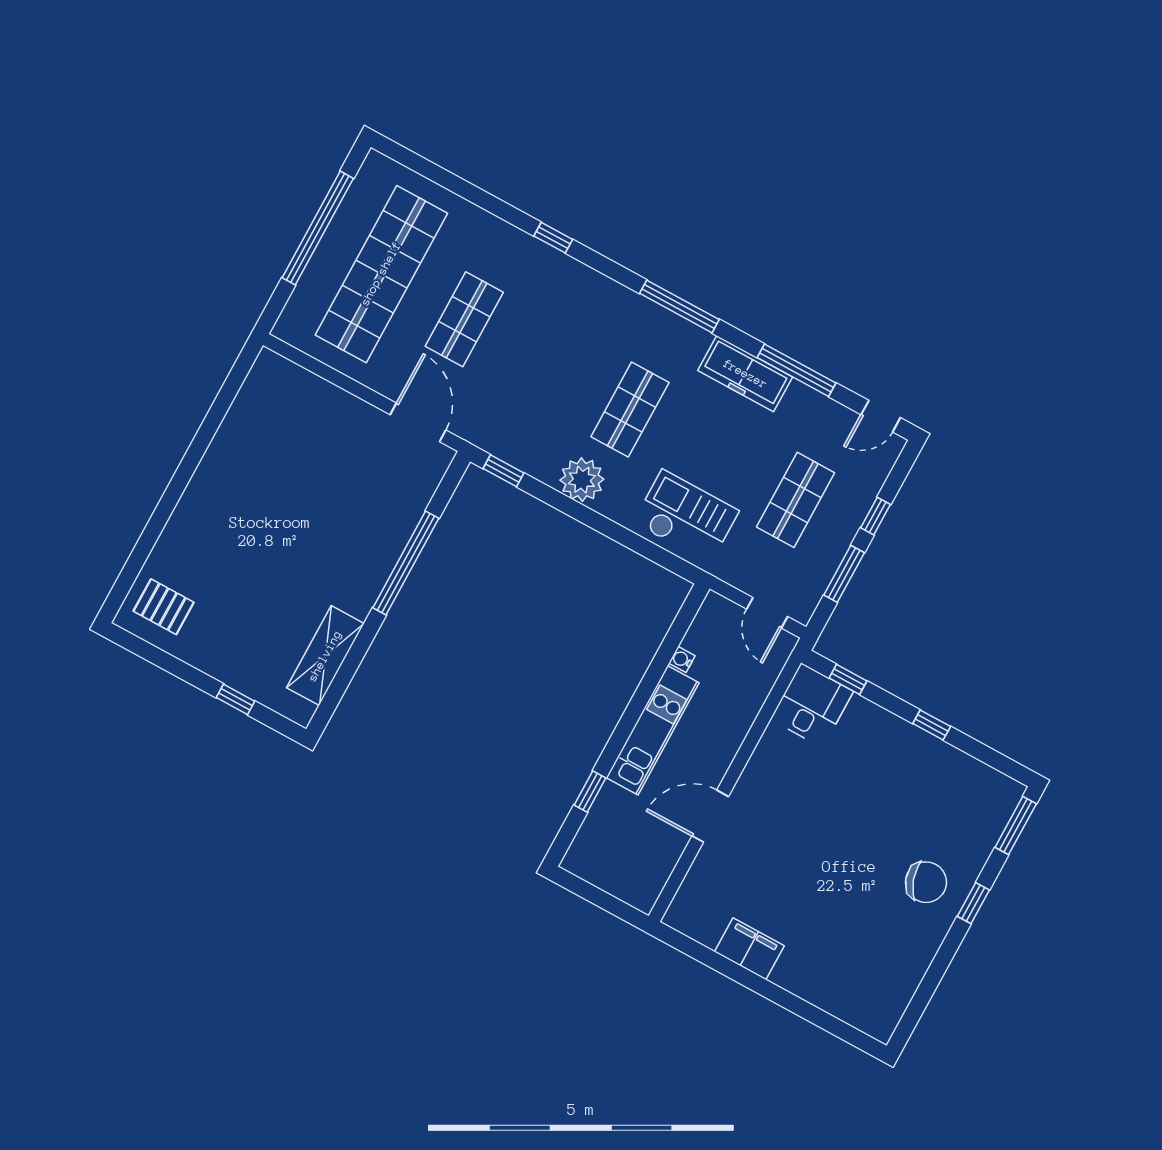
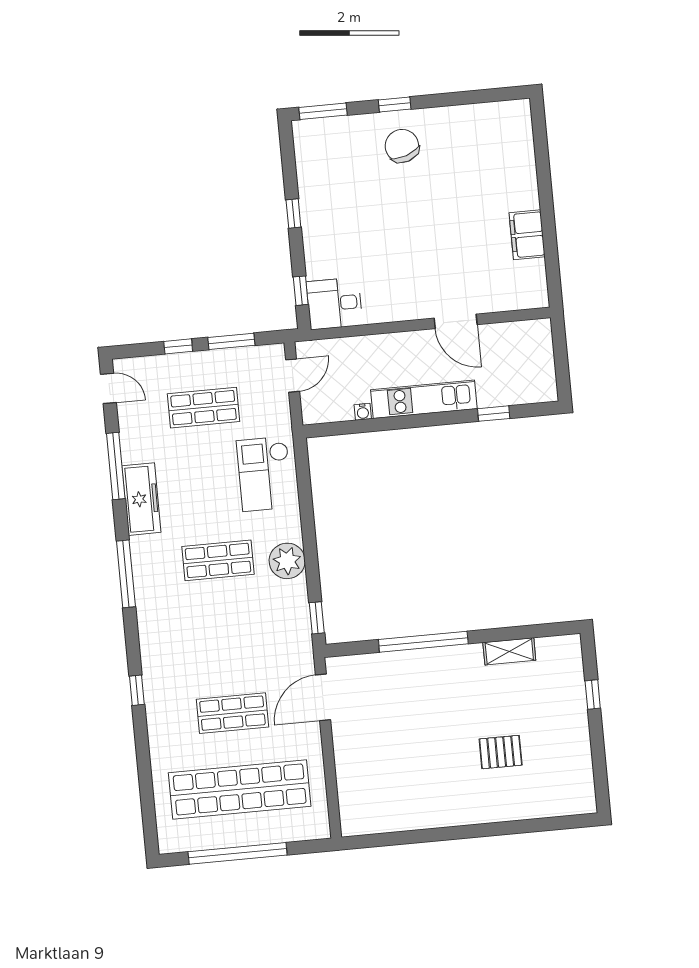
pallet: (164, 607) -> (501, 752), moved, turned 90
shelving: (325, 656) -> (509, 651), width x0.67, depth x0.75

